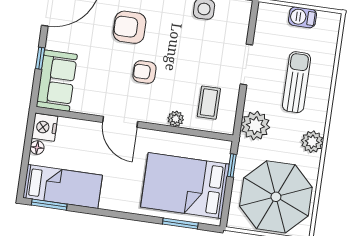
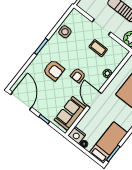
armchair: (130, 27) -> (54, 70), turned -90
sofa: (57, 81) -> (70, 113), moved, turned -90
coffee table: (209, 103) -> (98, 48), moved
door: (120, 122) -> (94, 99), swing flipped

